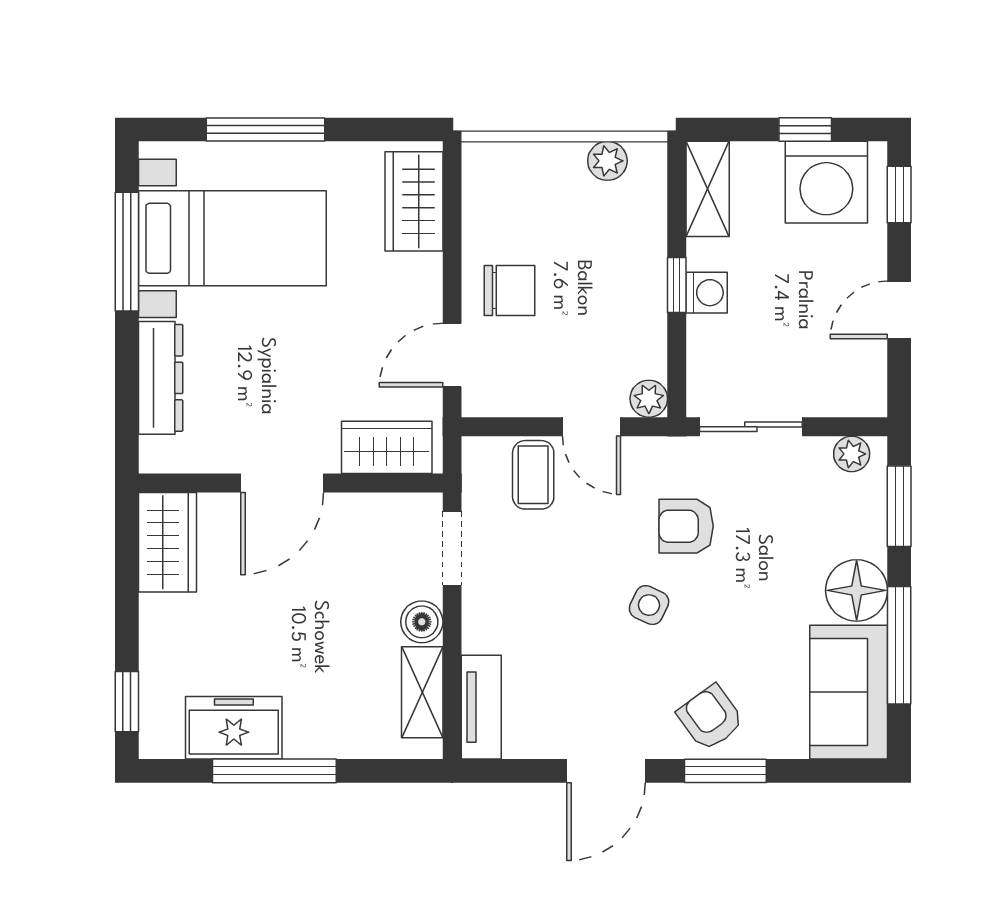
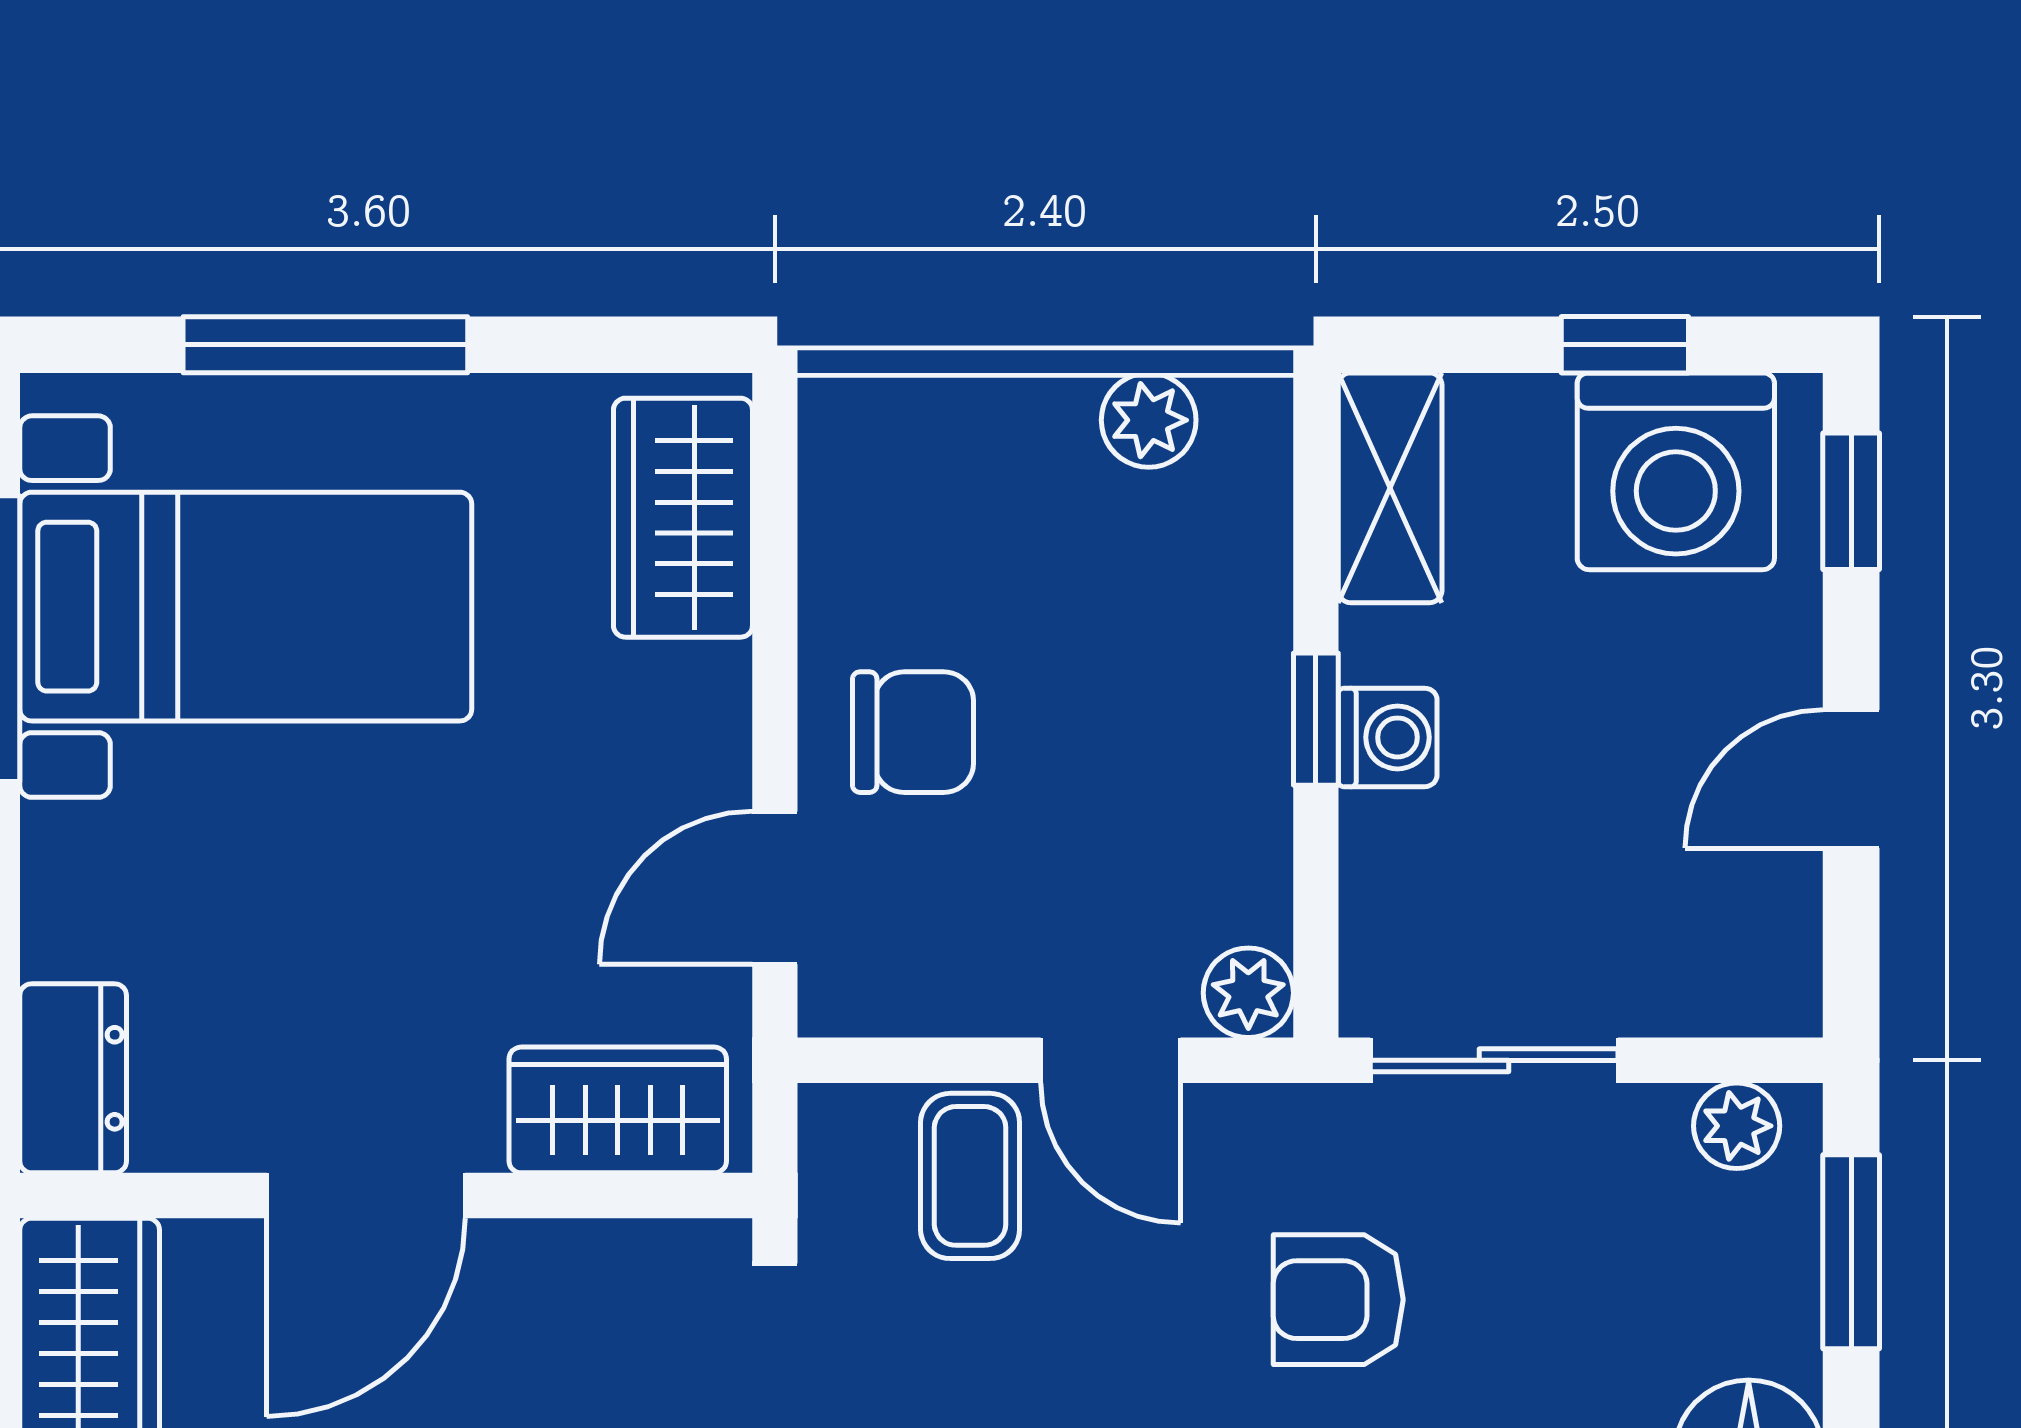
dresser: (161, 378) -> (73, 1078), moved, width x0.70

